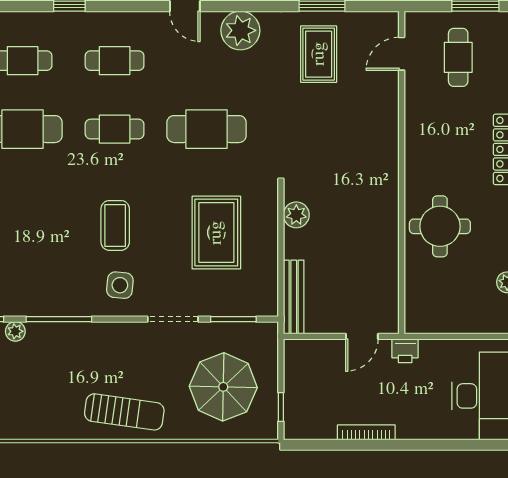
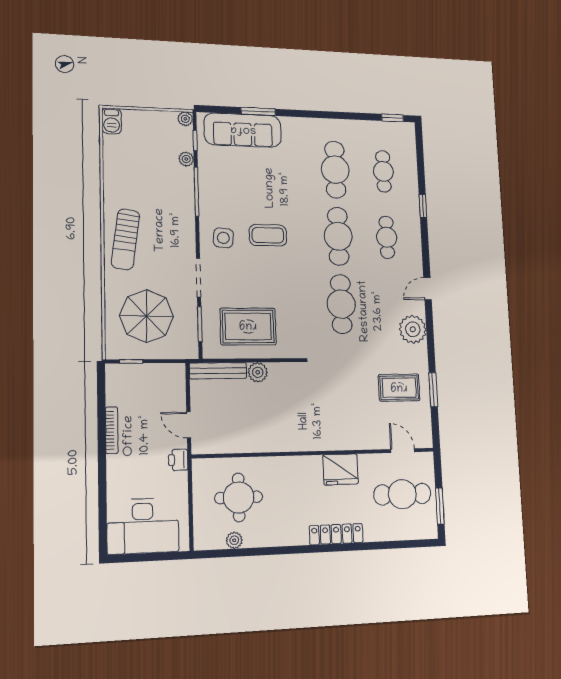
cafe table: (458, 57) -> (402, 494), width x1.37, depth x1.35
cafe table: (115, 129) -> (338, 236), width x1.37, depth x1.35
fridge: (424, 140) -> (340, 469), added
plant: (296, 215) -> (258, 372), moved
round table: (440, 226) -> (239, 497), moved
rug: (216, 233) -> (248, 326), moved

